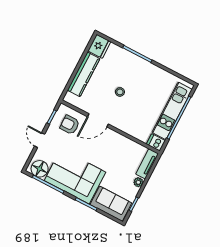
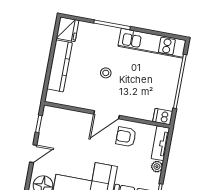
kitchen unit: (172, 111) -> (152, 43), moved, turned -90
door: (98, 120) -> (107, 115), moved
armchair: (70, 125) -> (126, 137), moved
door: (40, 140) -> (33, 154), swing flipped

